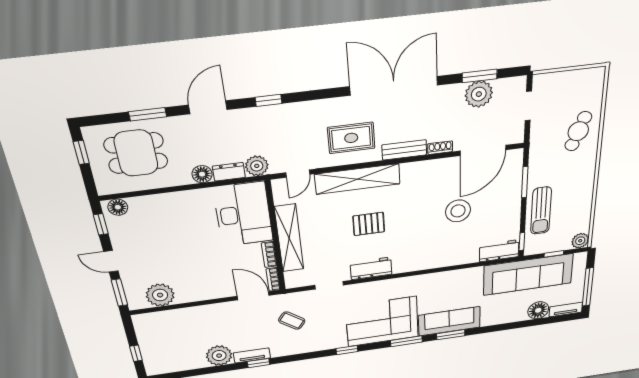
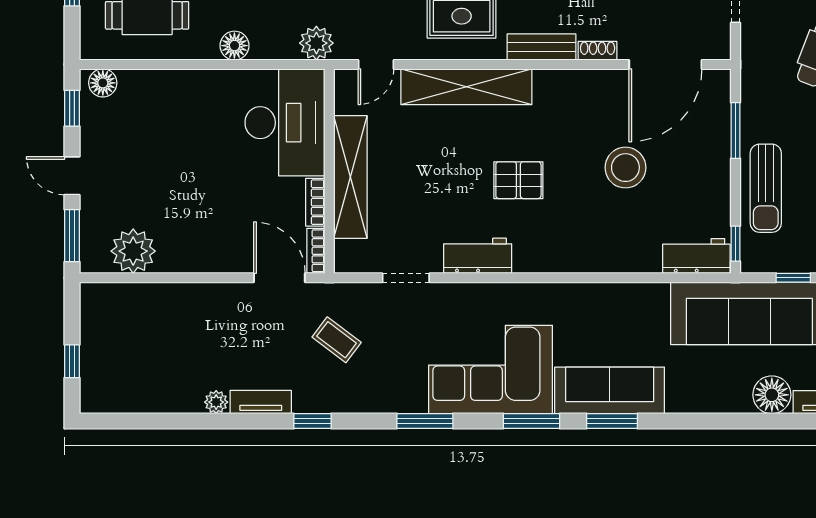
dresser: (229, 172) -> (274, 47), removed
pallet: (369, 224) -> (518, 180), moved
window: (347, 350) -> (425, 421), width x1.50
plant: (219, 356) -> (216, 402), width x0.53, depth x0.53
window: (258, 363) -> (312, 421), moved

